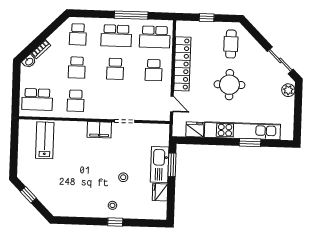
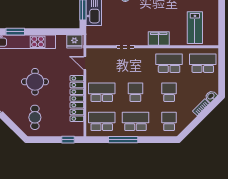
window: (207, 18) -> (68, 140), moved
school desk: (154, 70) -> (102, 92), width x1.85
school desk: (76, 101) -> (169, 63), width x1.85
fridge: (195, 129) -> (74, 41), moved
filing cabinet: (99, 130) -> (159, 39), moved

